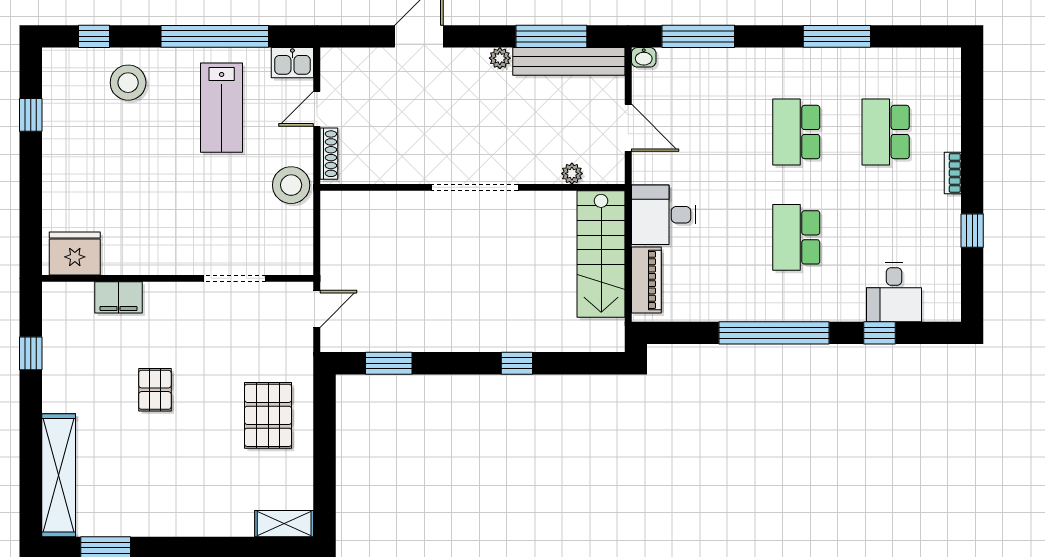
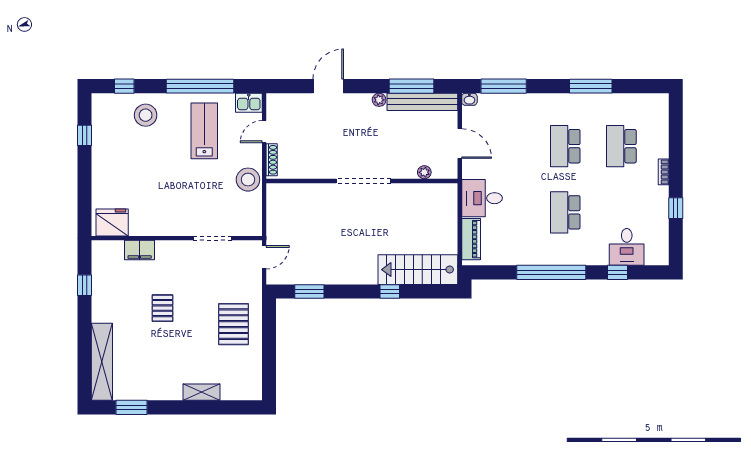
lab bench: (222, 108) -> (204, 131), turned 180
stairs: (601, 254) -> (418, 270), moved, turned 90
shelving: (284, 524) -> (201, 392), moved

